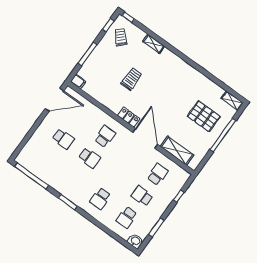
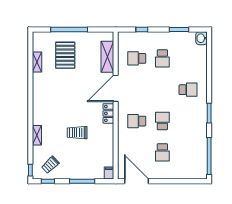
shelving: (232, 101) -> (37, 62), moved
school desk: (63, 139) -> (162, 152), turned 180
school desk: (127, 217) -> (188, 58), removed

